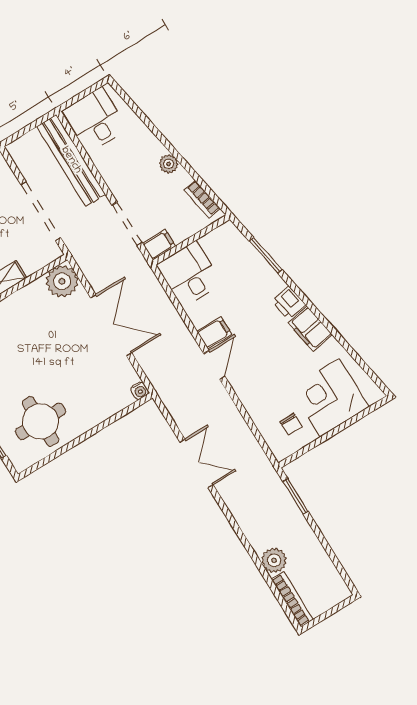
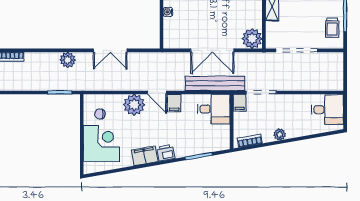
bench: (71, 160) -> (215, 83), moved
plant: (250, 386) -> (134, 105), added
water cooler: (140, 391) -> (168, 12), moved
plant: (274, 560) -> (68, 60), moved

